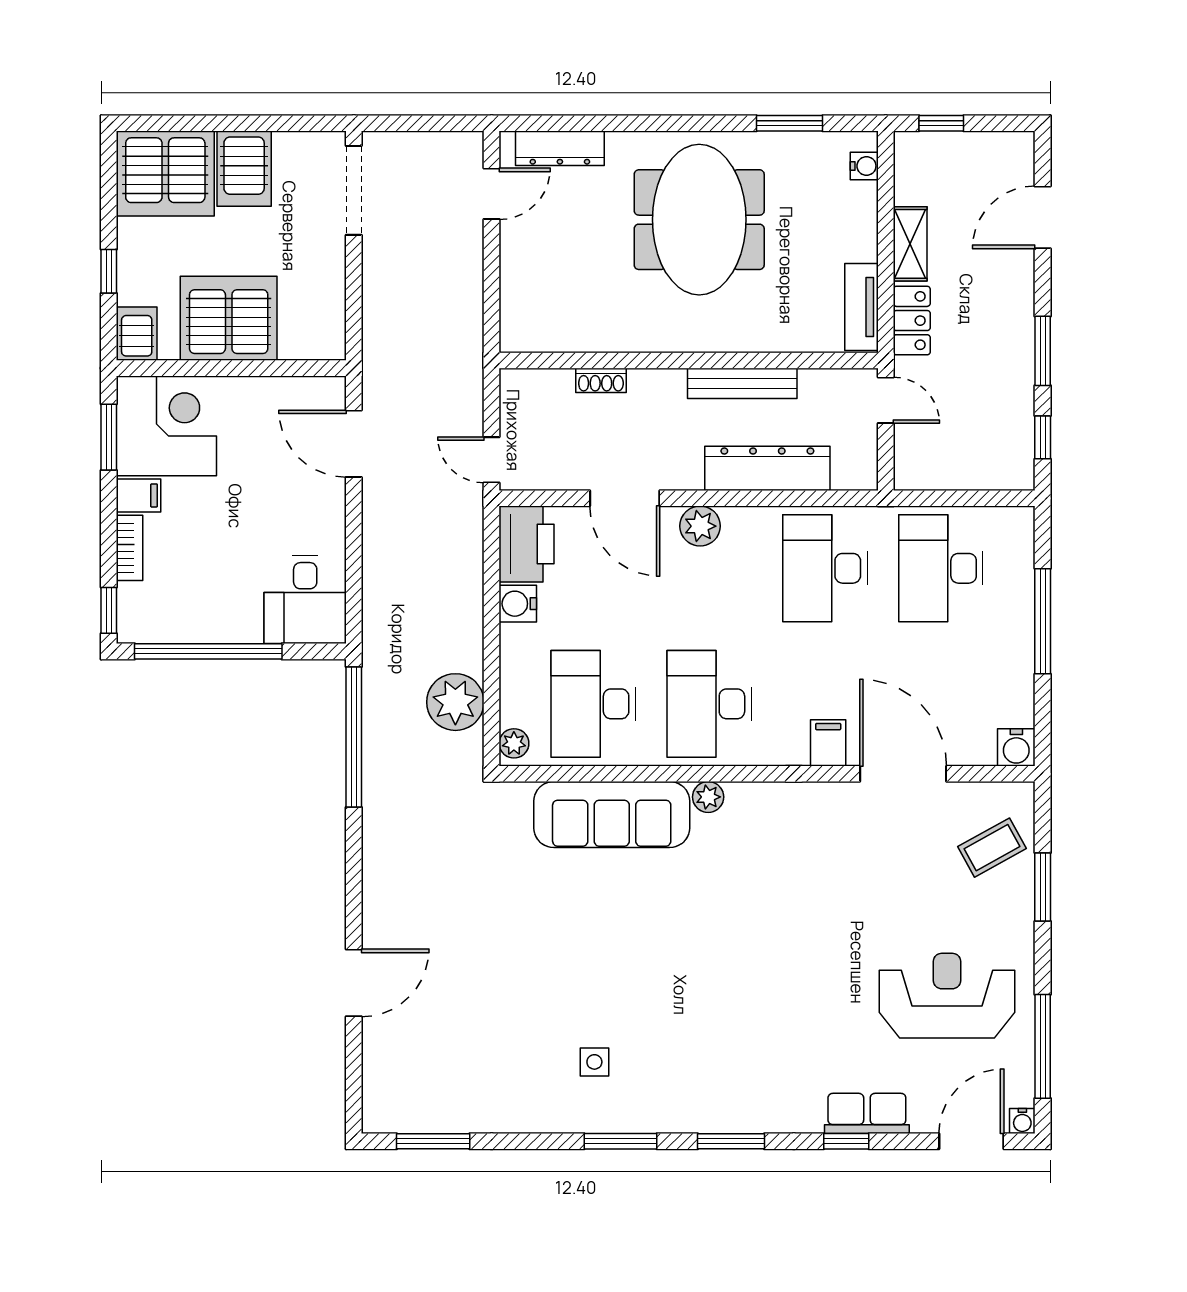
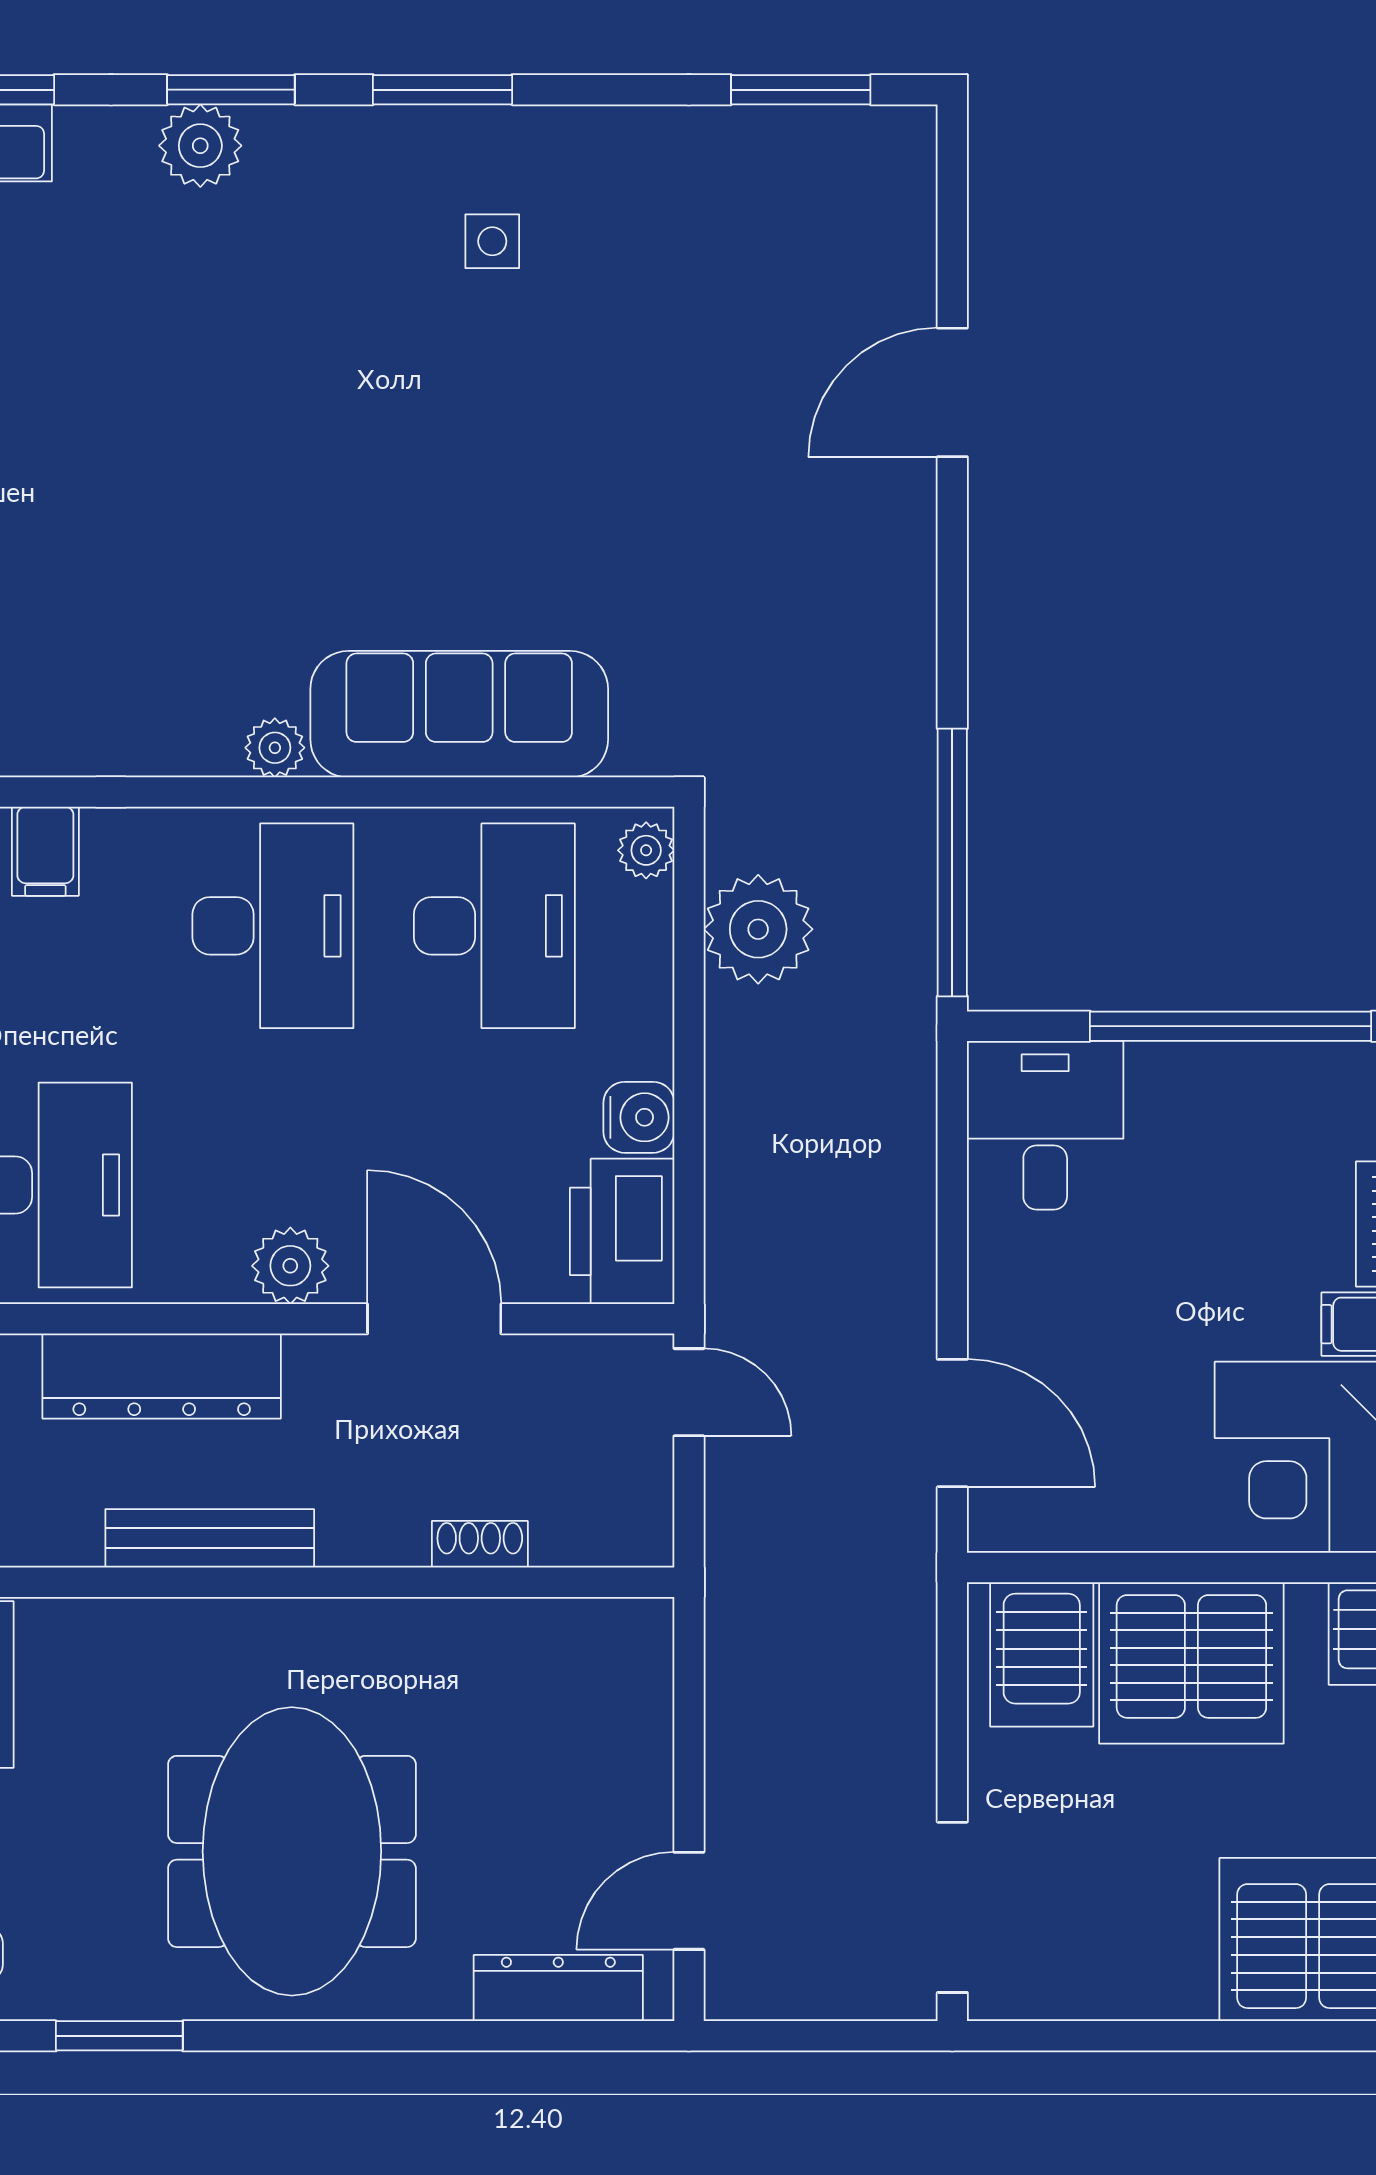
server rack: (244, 169) -> (1042, 1654), moved, turned 180
plant: (747, 1112) -> (200, 146), added

